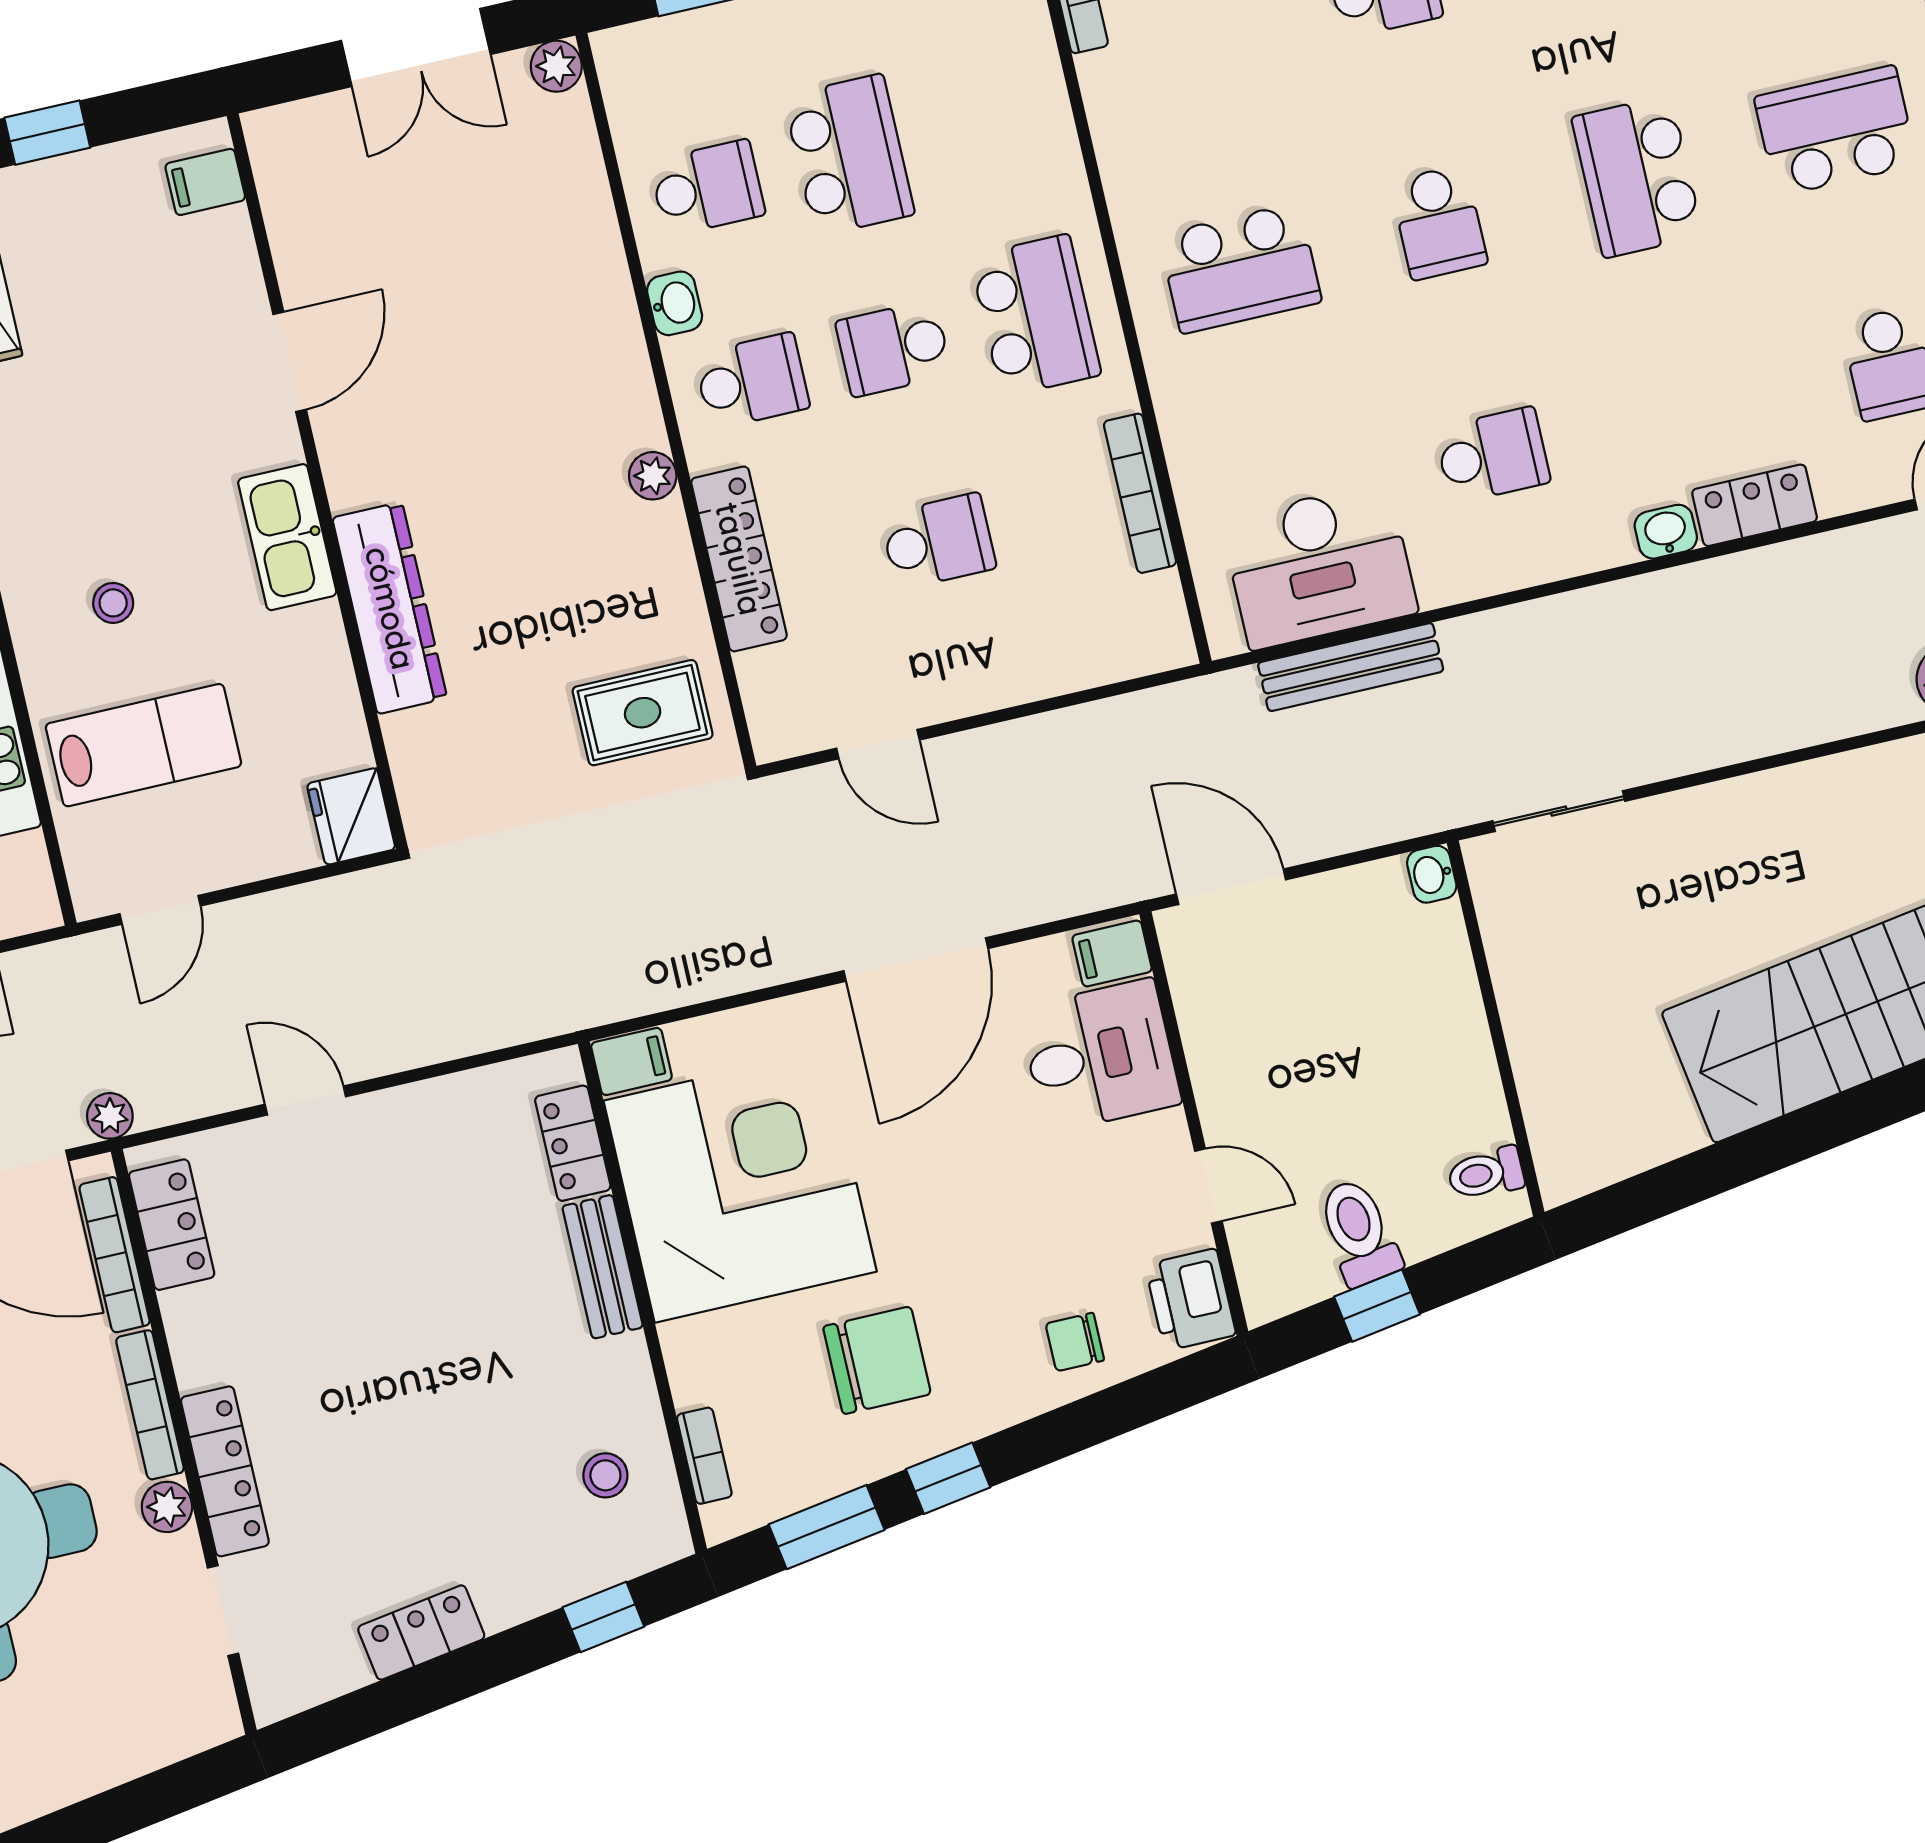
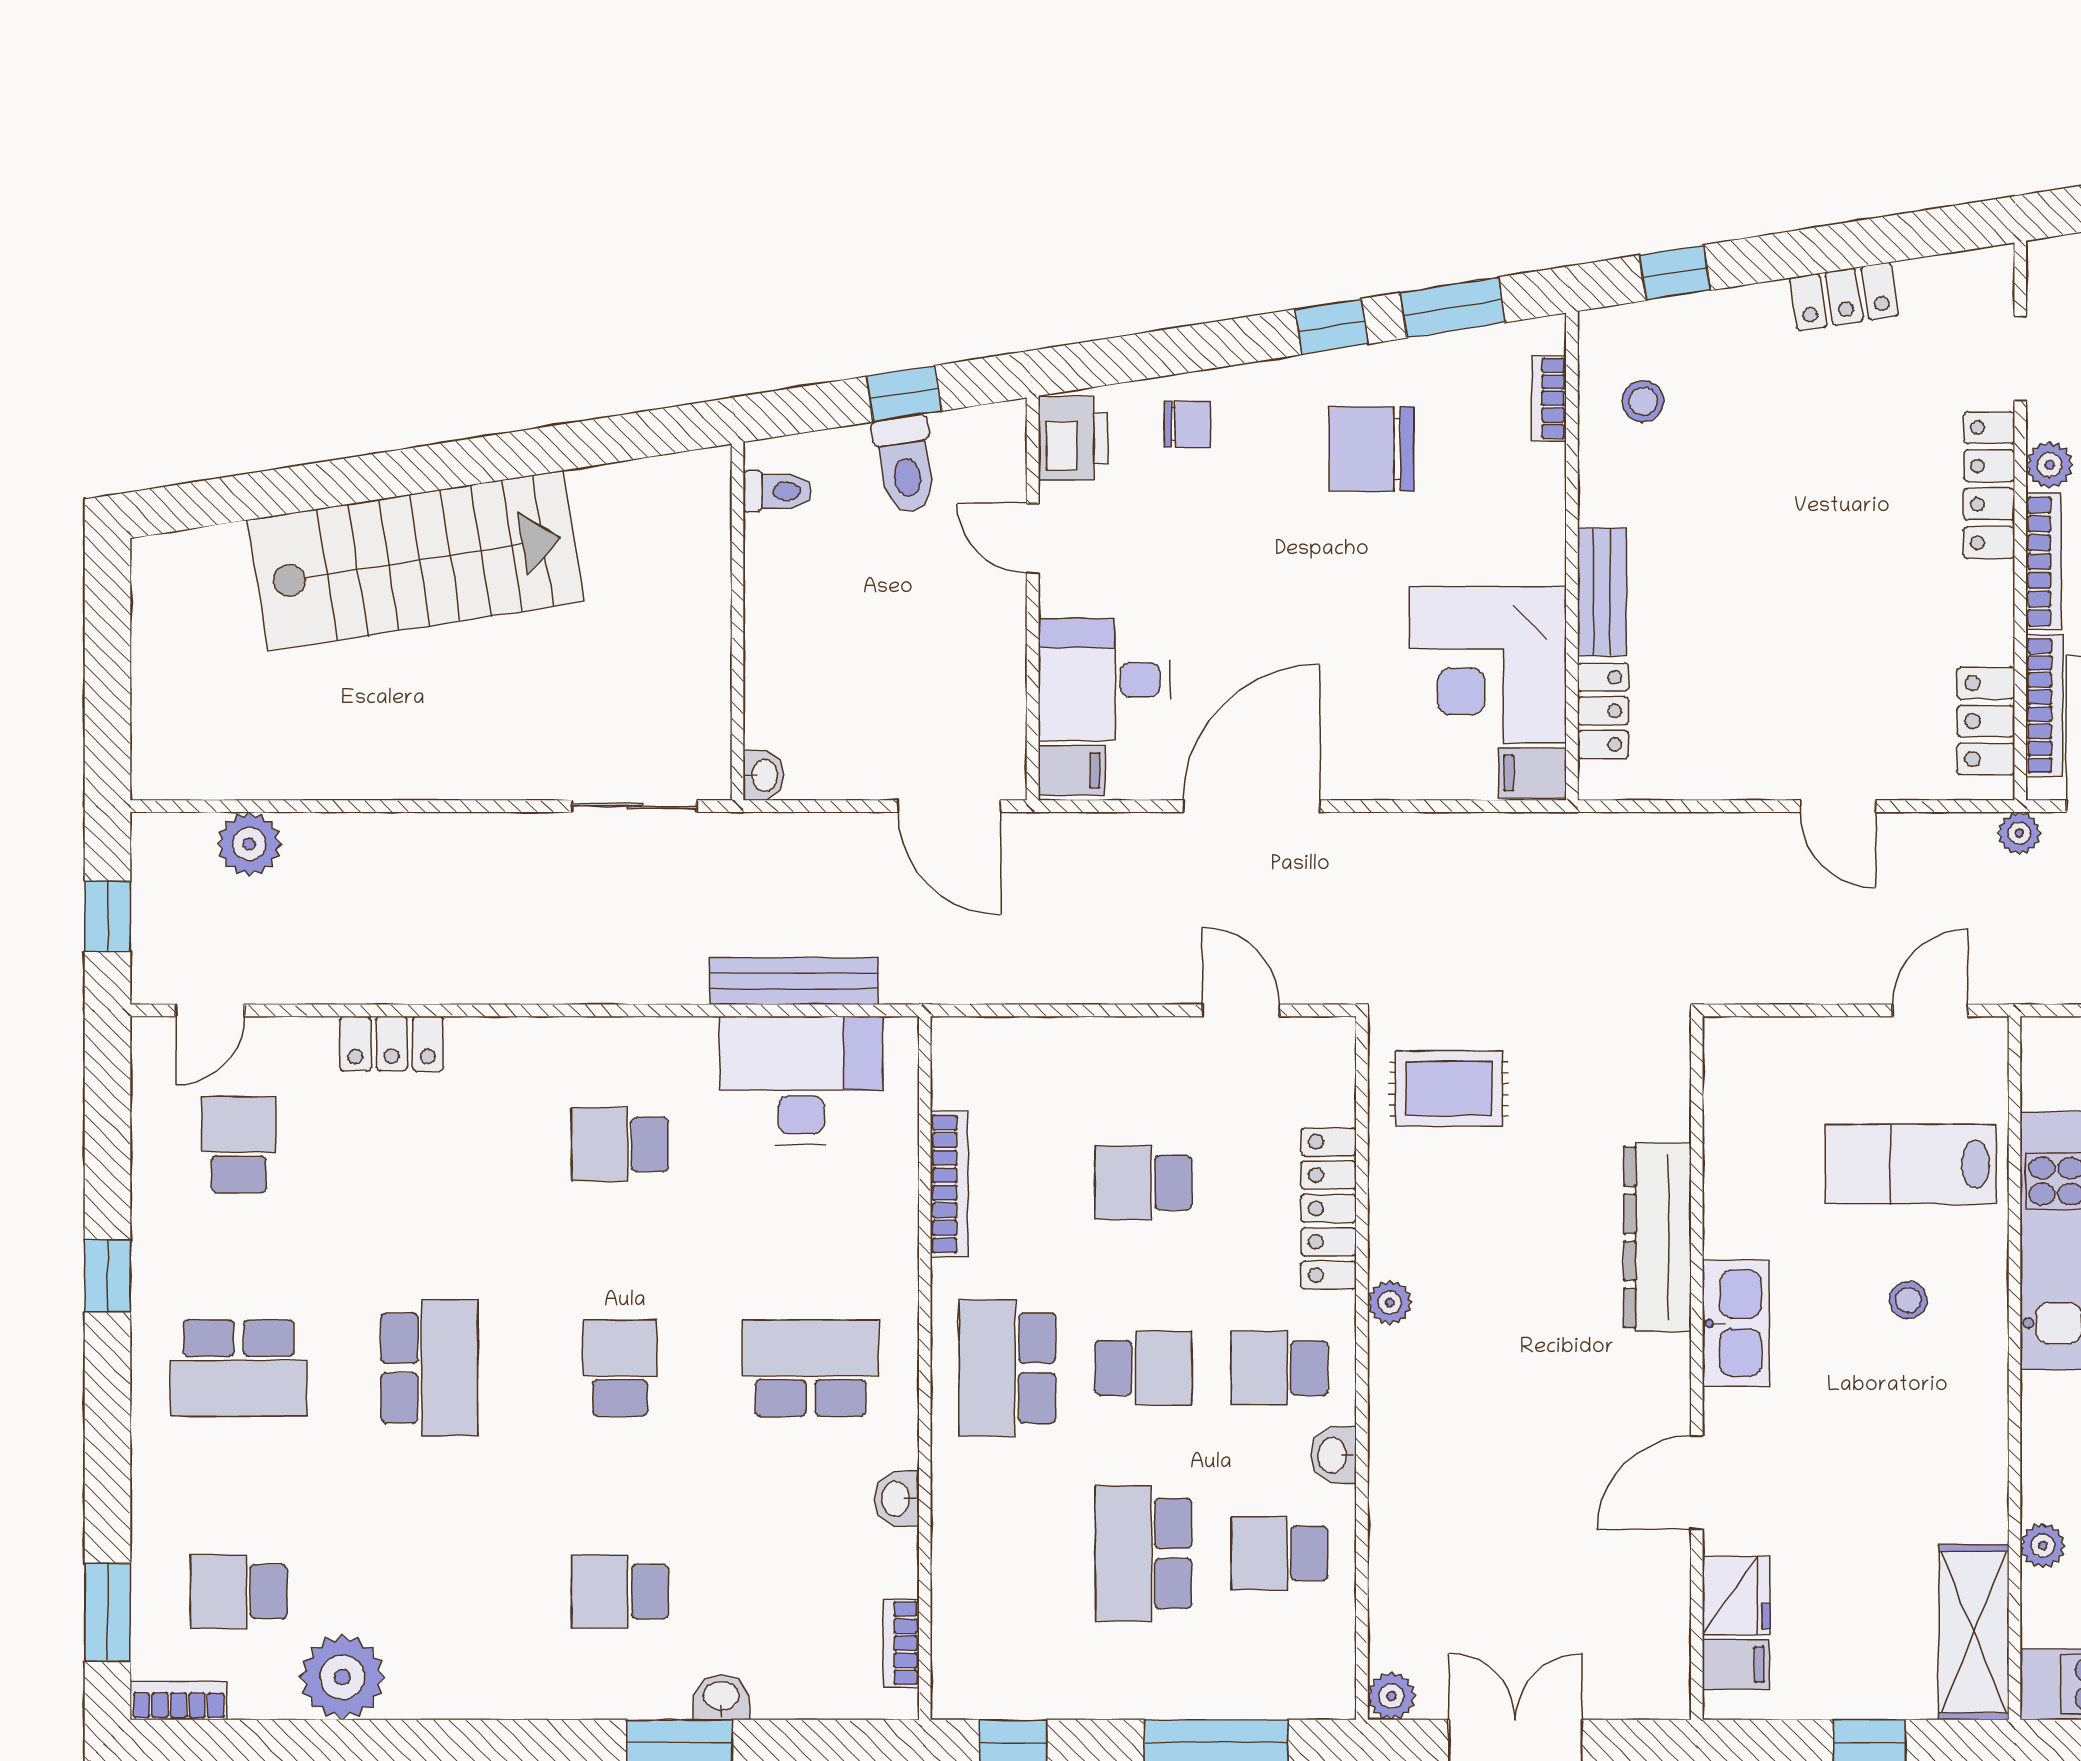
washbasin: (1666, 532) -> (897, 1499), moved, turned 90
fridge: (351, 816) -> (1736, 1596), moved
corner desk: (740, 1186) -> (1488, 665), width x0.74, depth x0.74

